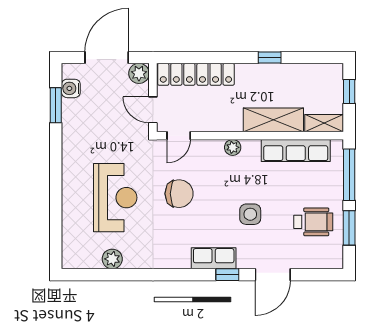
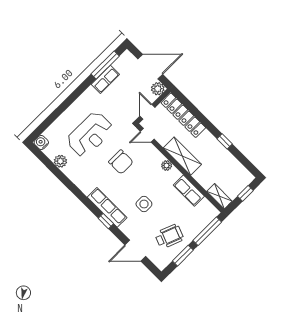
water cooler: (71, 88) -> (41, 142), moved
window: (56, 105) -> (105, 65), width x1.44
row of seats: (72, 120) -> (105, 79), added
shelving: (273, 120) -> (182, 156), moved
row of seats: (296, 151) -> (189, 191), width x0.68
wheelchair: (313, 222) -> (169, 236), turned -69
row of seats: (214, 258) -> (107, 207), width x1.48
door: (273, 275) -> (135, 251), moved

